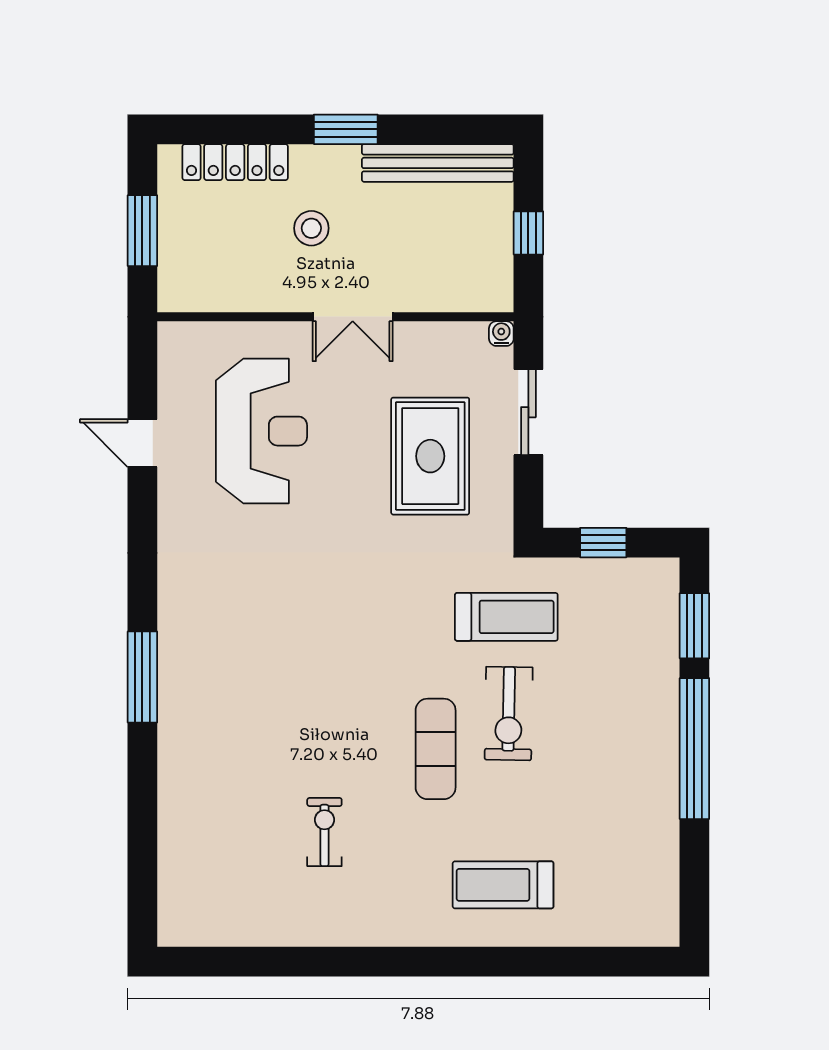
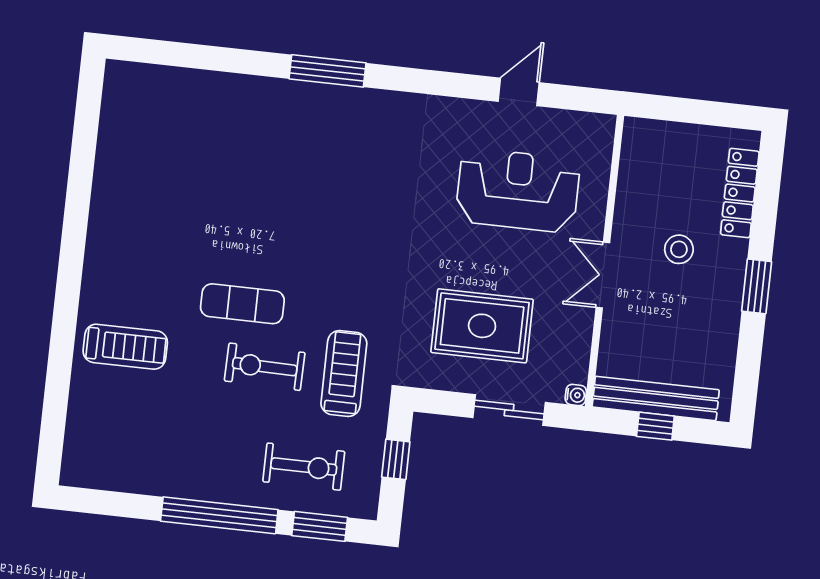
bench: (438, 163) -> (656, 398), moved, turned 90
window: (142, 231) -> (692, 111), removed
reception desk: (261, 431) -> (518, 190), turned 180
treadmill: (506, 617) -> (344, 373), turned 180
exercise bike: (324, 832) -> (304, 467), moved, width x1.38, depth x1.39
treadmill: (503, 885) -> (125, 347), turned 90

